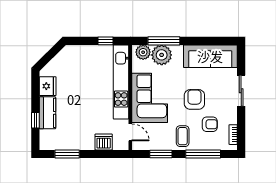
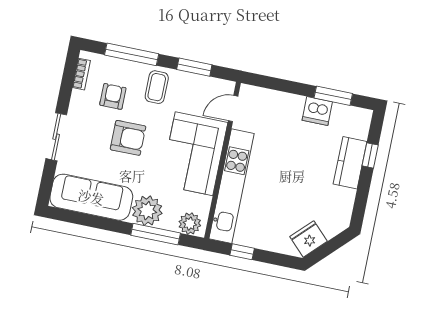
plant: (162, 55) -> (147, 211), moved
fridge: (48, 86) -> (309, 239), moved, turned 45
armchair: (194, 99) -> (128, 138), turned -90
armchair: (210, 124) -> (113, 96), turned 90
door: (130, 132) -> (233, 109), hinge flipped
dishwasher: (104, 142) -> (317, 111), moved

